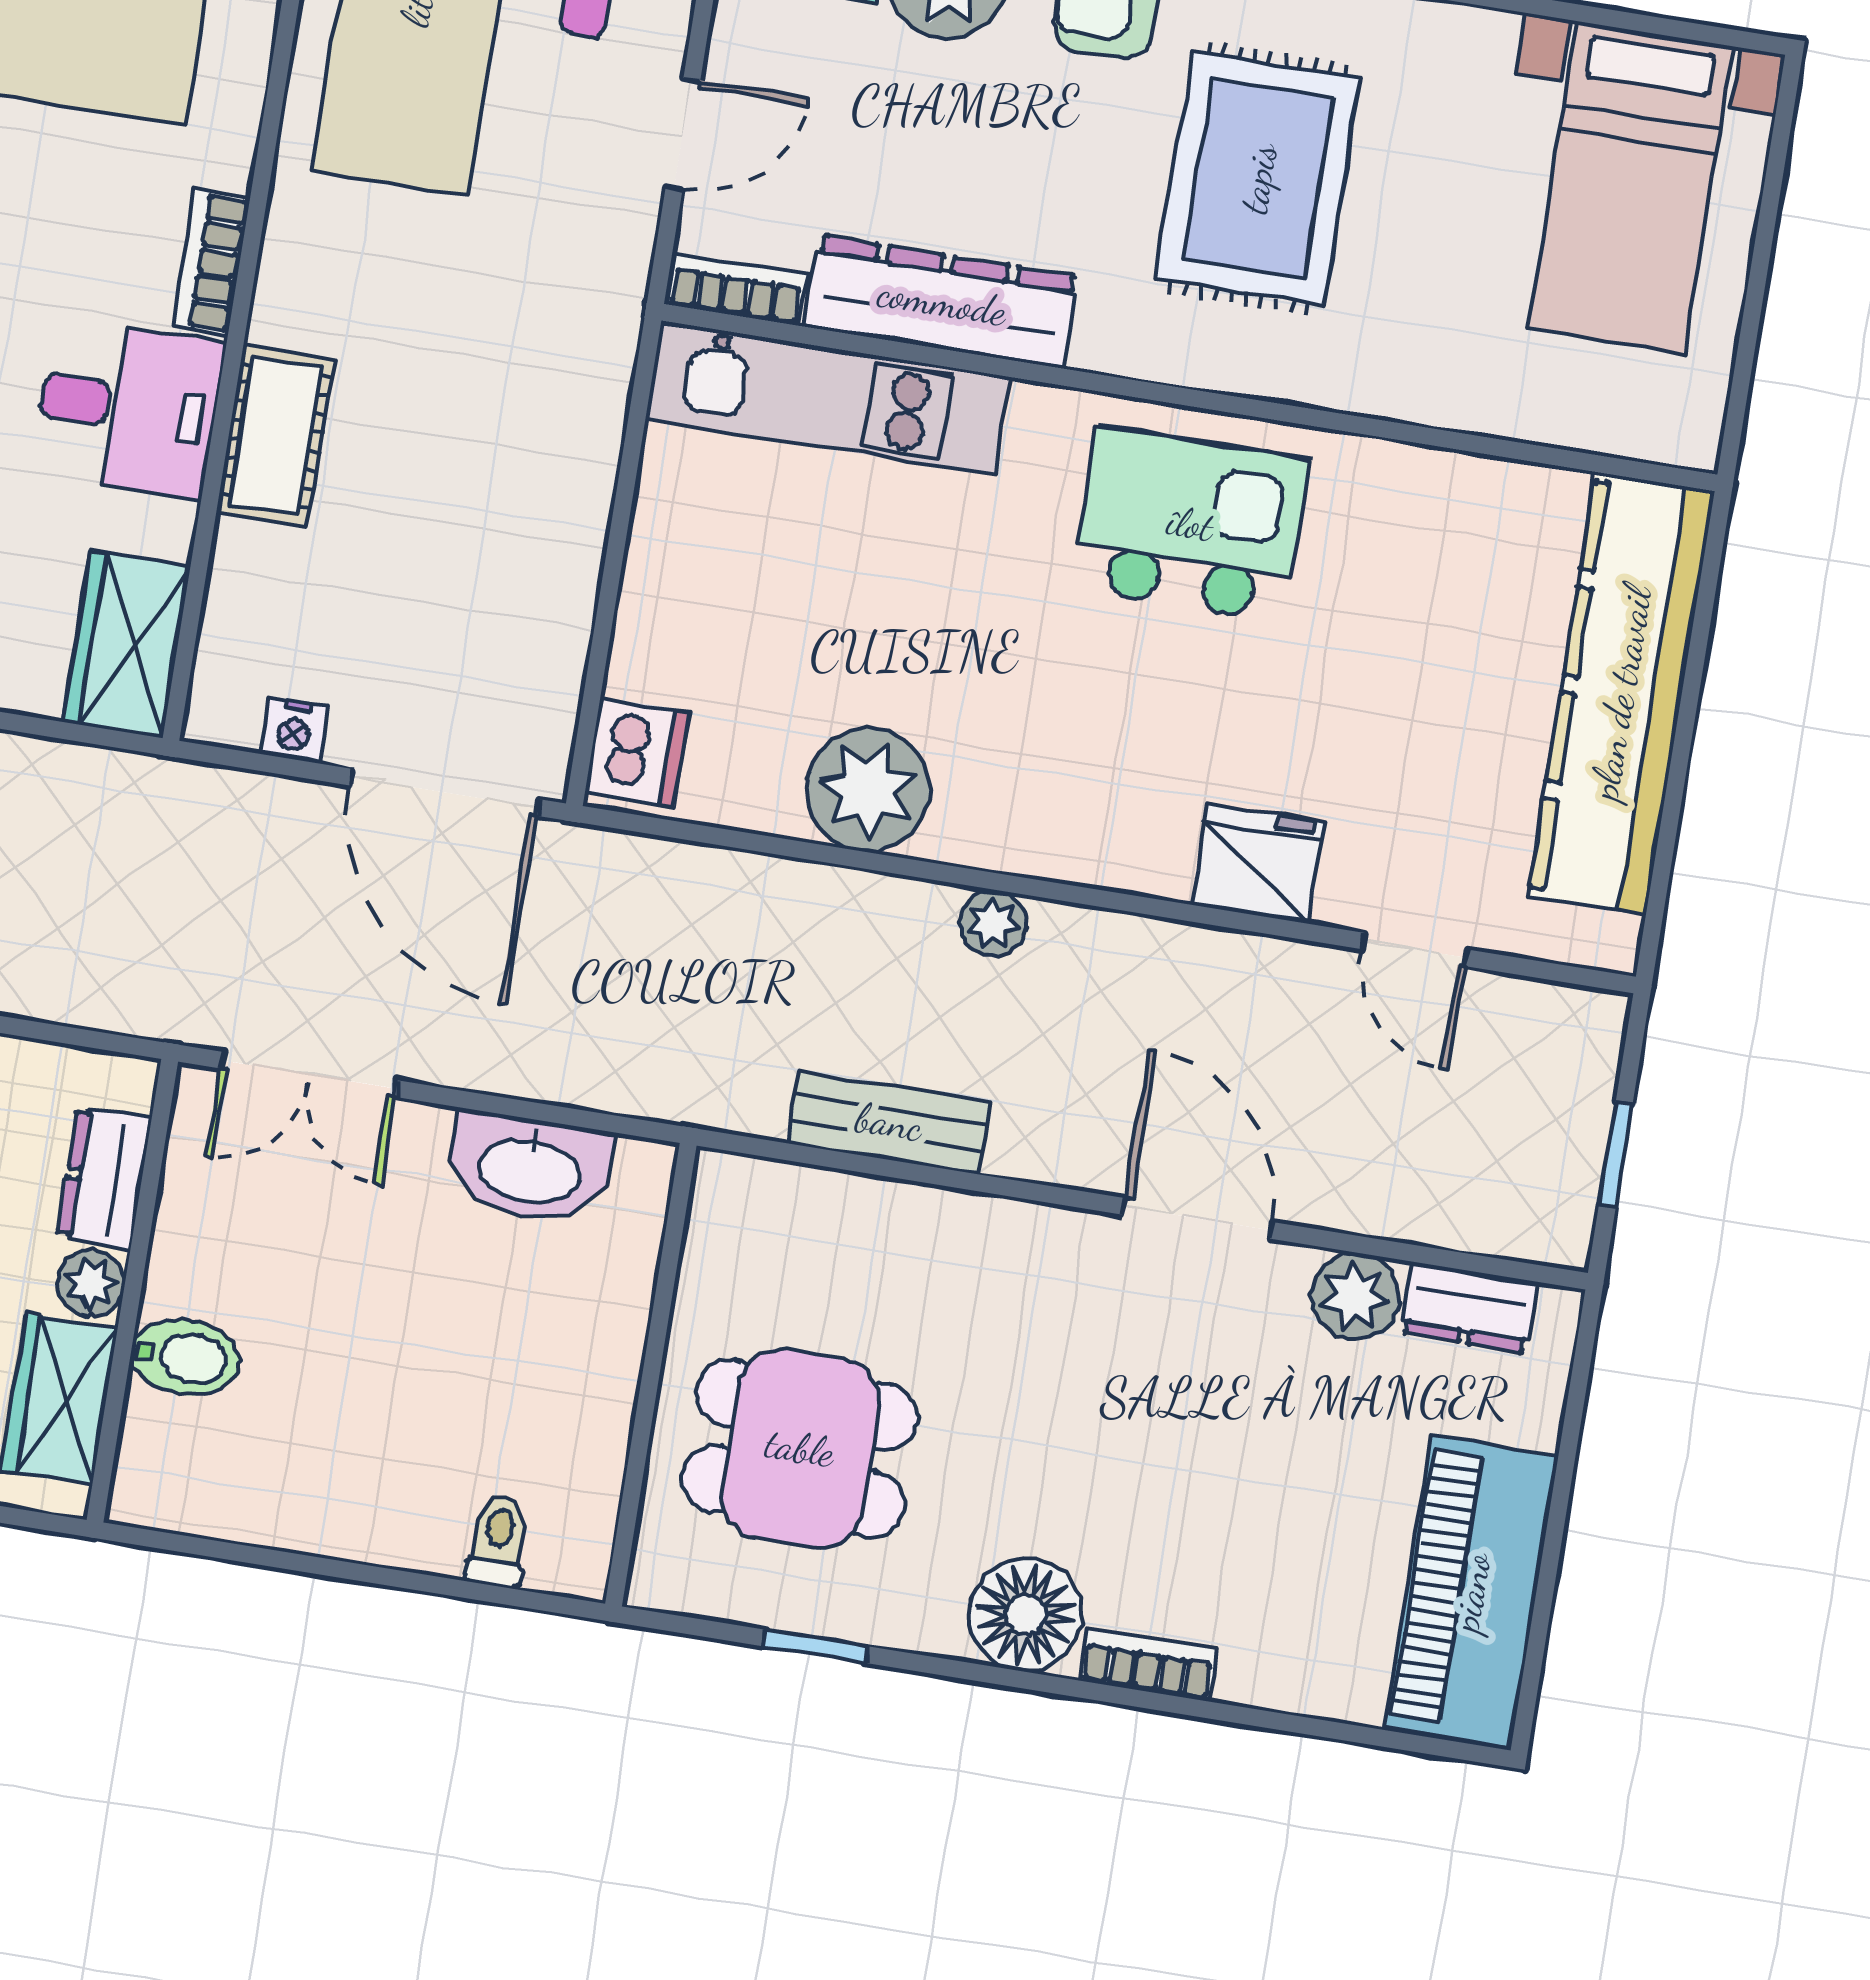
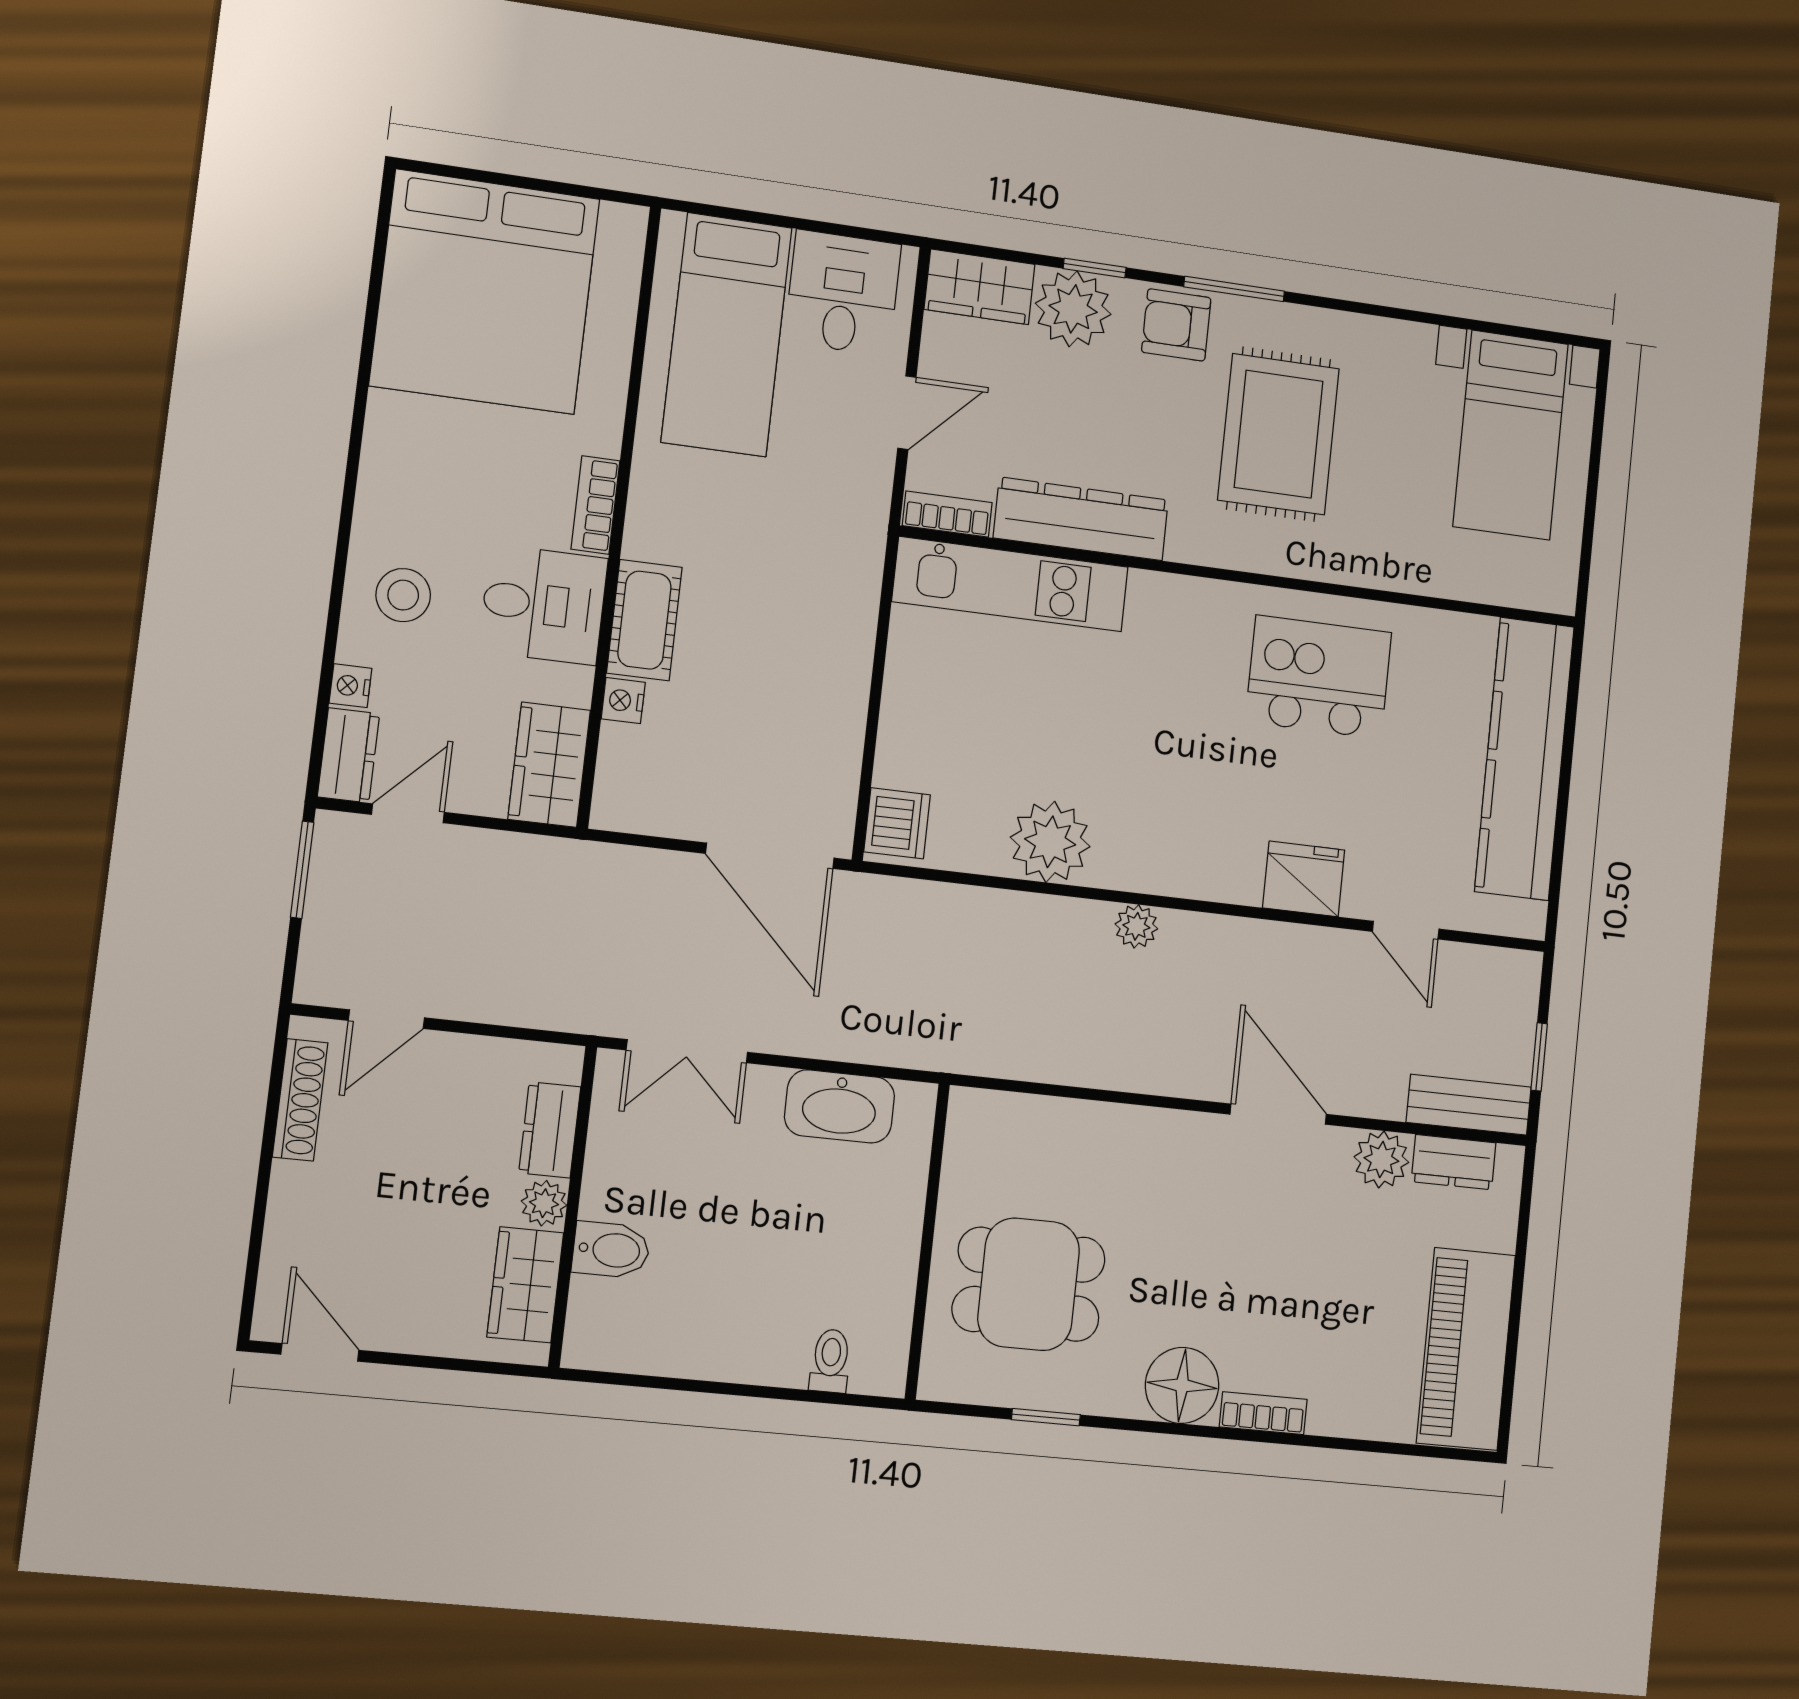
kitchen island: (1190, 524) -> (1319, 677), moved
nightstand: (294, 730) -> (623, 701), moved, turned 90
bench: (889, 1122) -> (1469, 1105), moved

